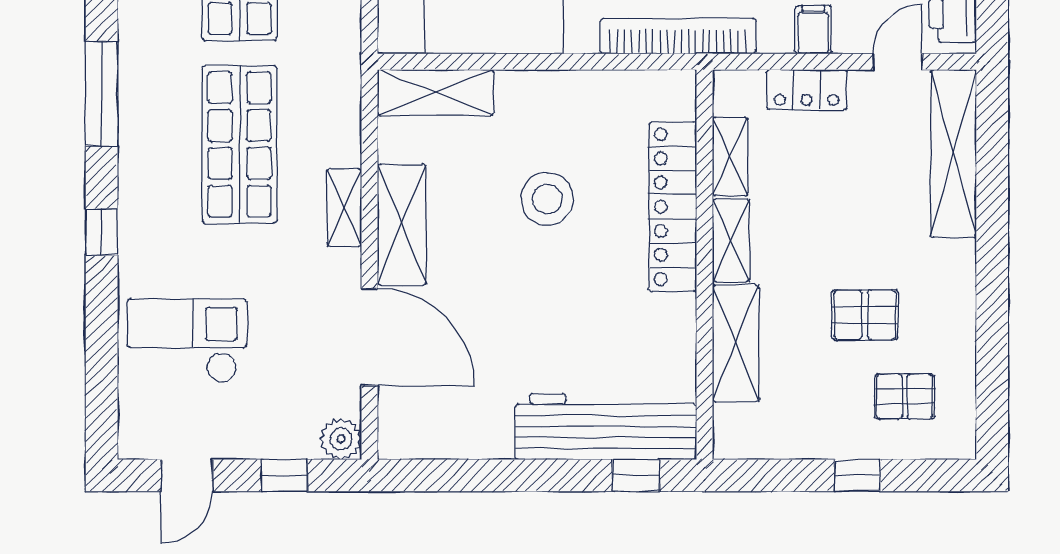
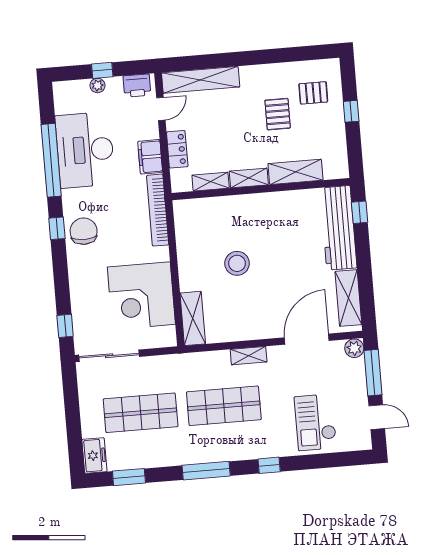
filing cabinet: (813, 30) -> (150, 157), width x2.00
door: (897, 62) -> (161, 109), swing flipped
locker: (673, 207) -> (236, 206), removed
shelving: (402, 225) -> (348, 298), moved, turned 90
pallet: (905, 396) -> (313, 93), turned 90
window: (284, 475) -> (373, 373), width x2.17

